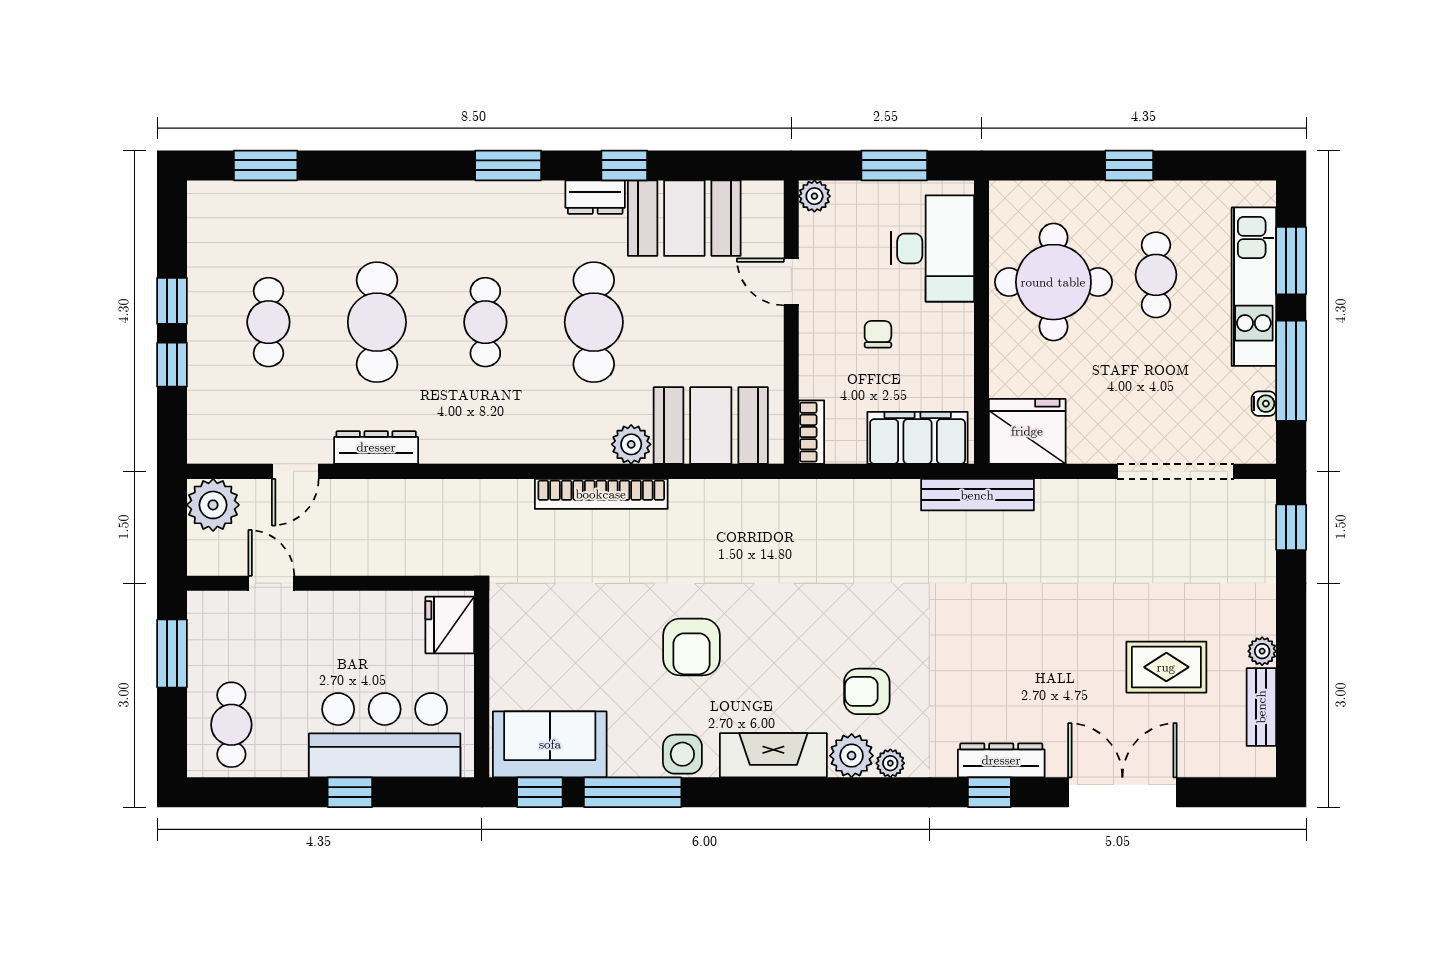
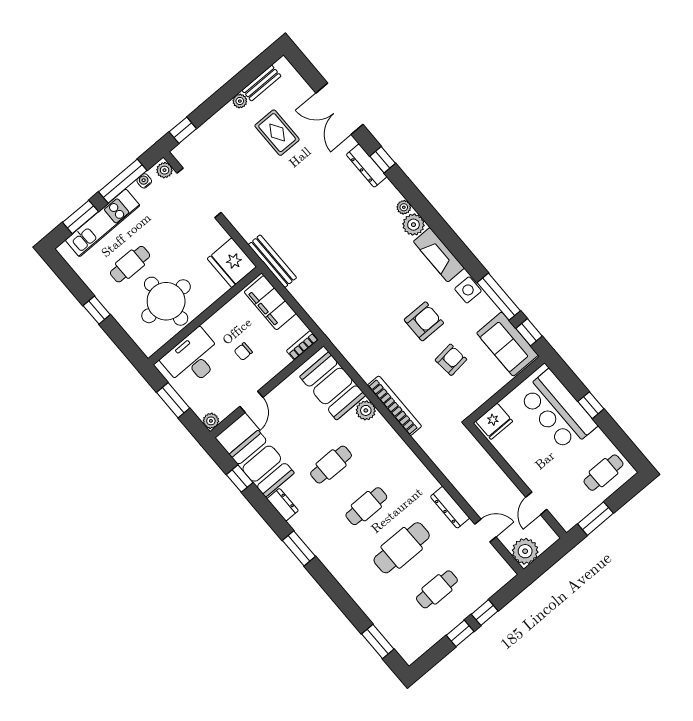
window: (624, 165) -> (240, 479), moved
cafe table: (594, 322) -> (331, 465), width x0.73, depth x0.74
plant: (1254, 448) -> (165, 170), added
armchair: (867, 691) -> (451, 360), moved, turned -96

